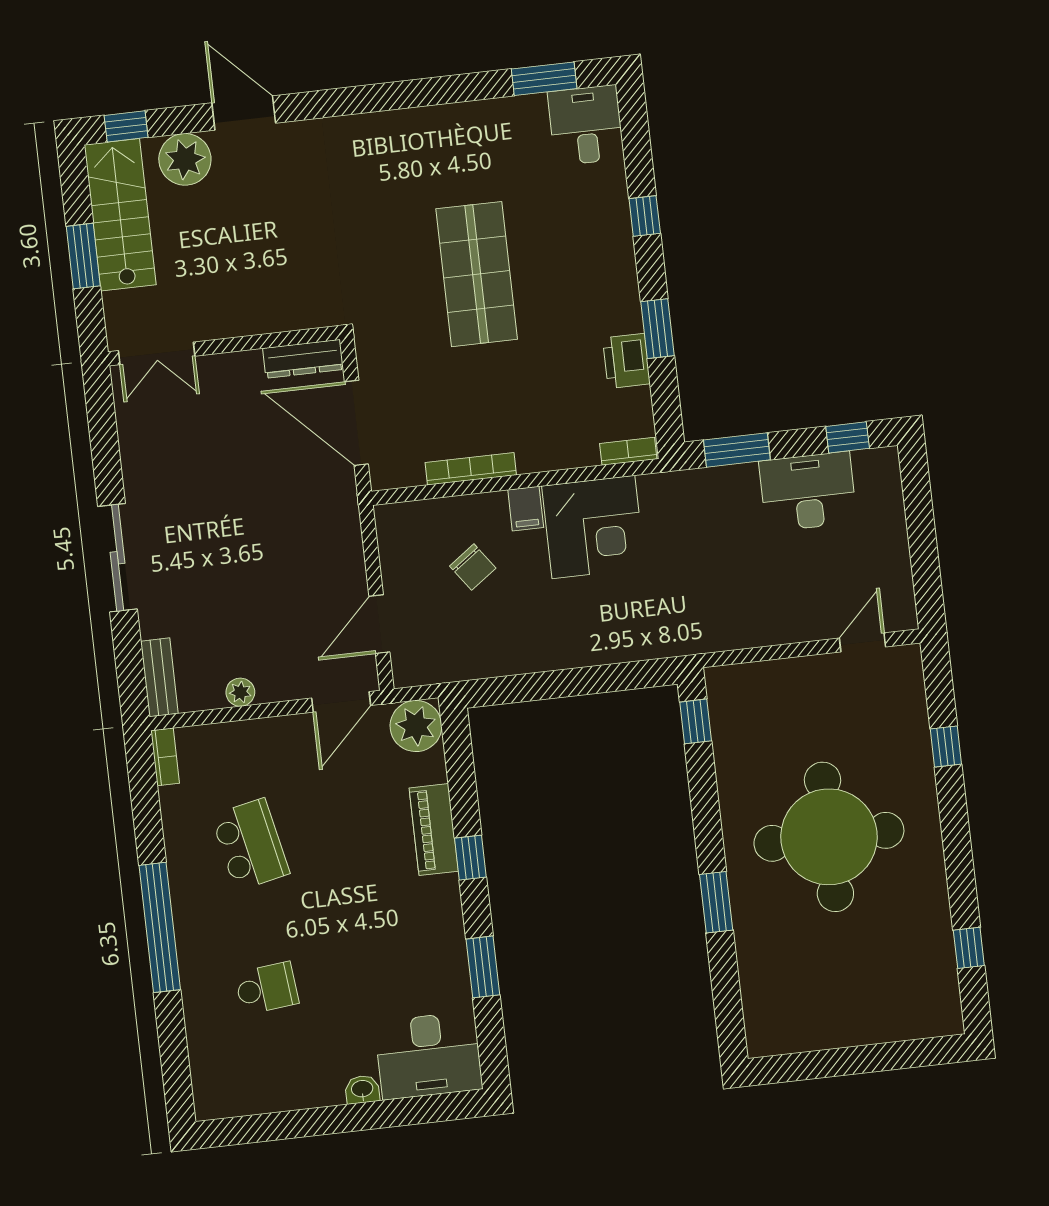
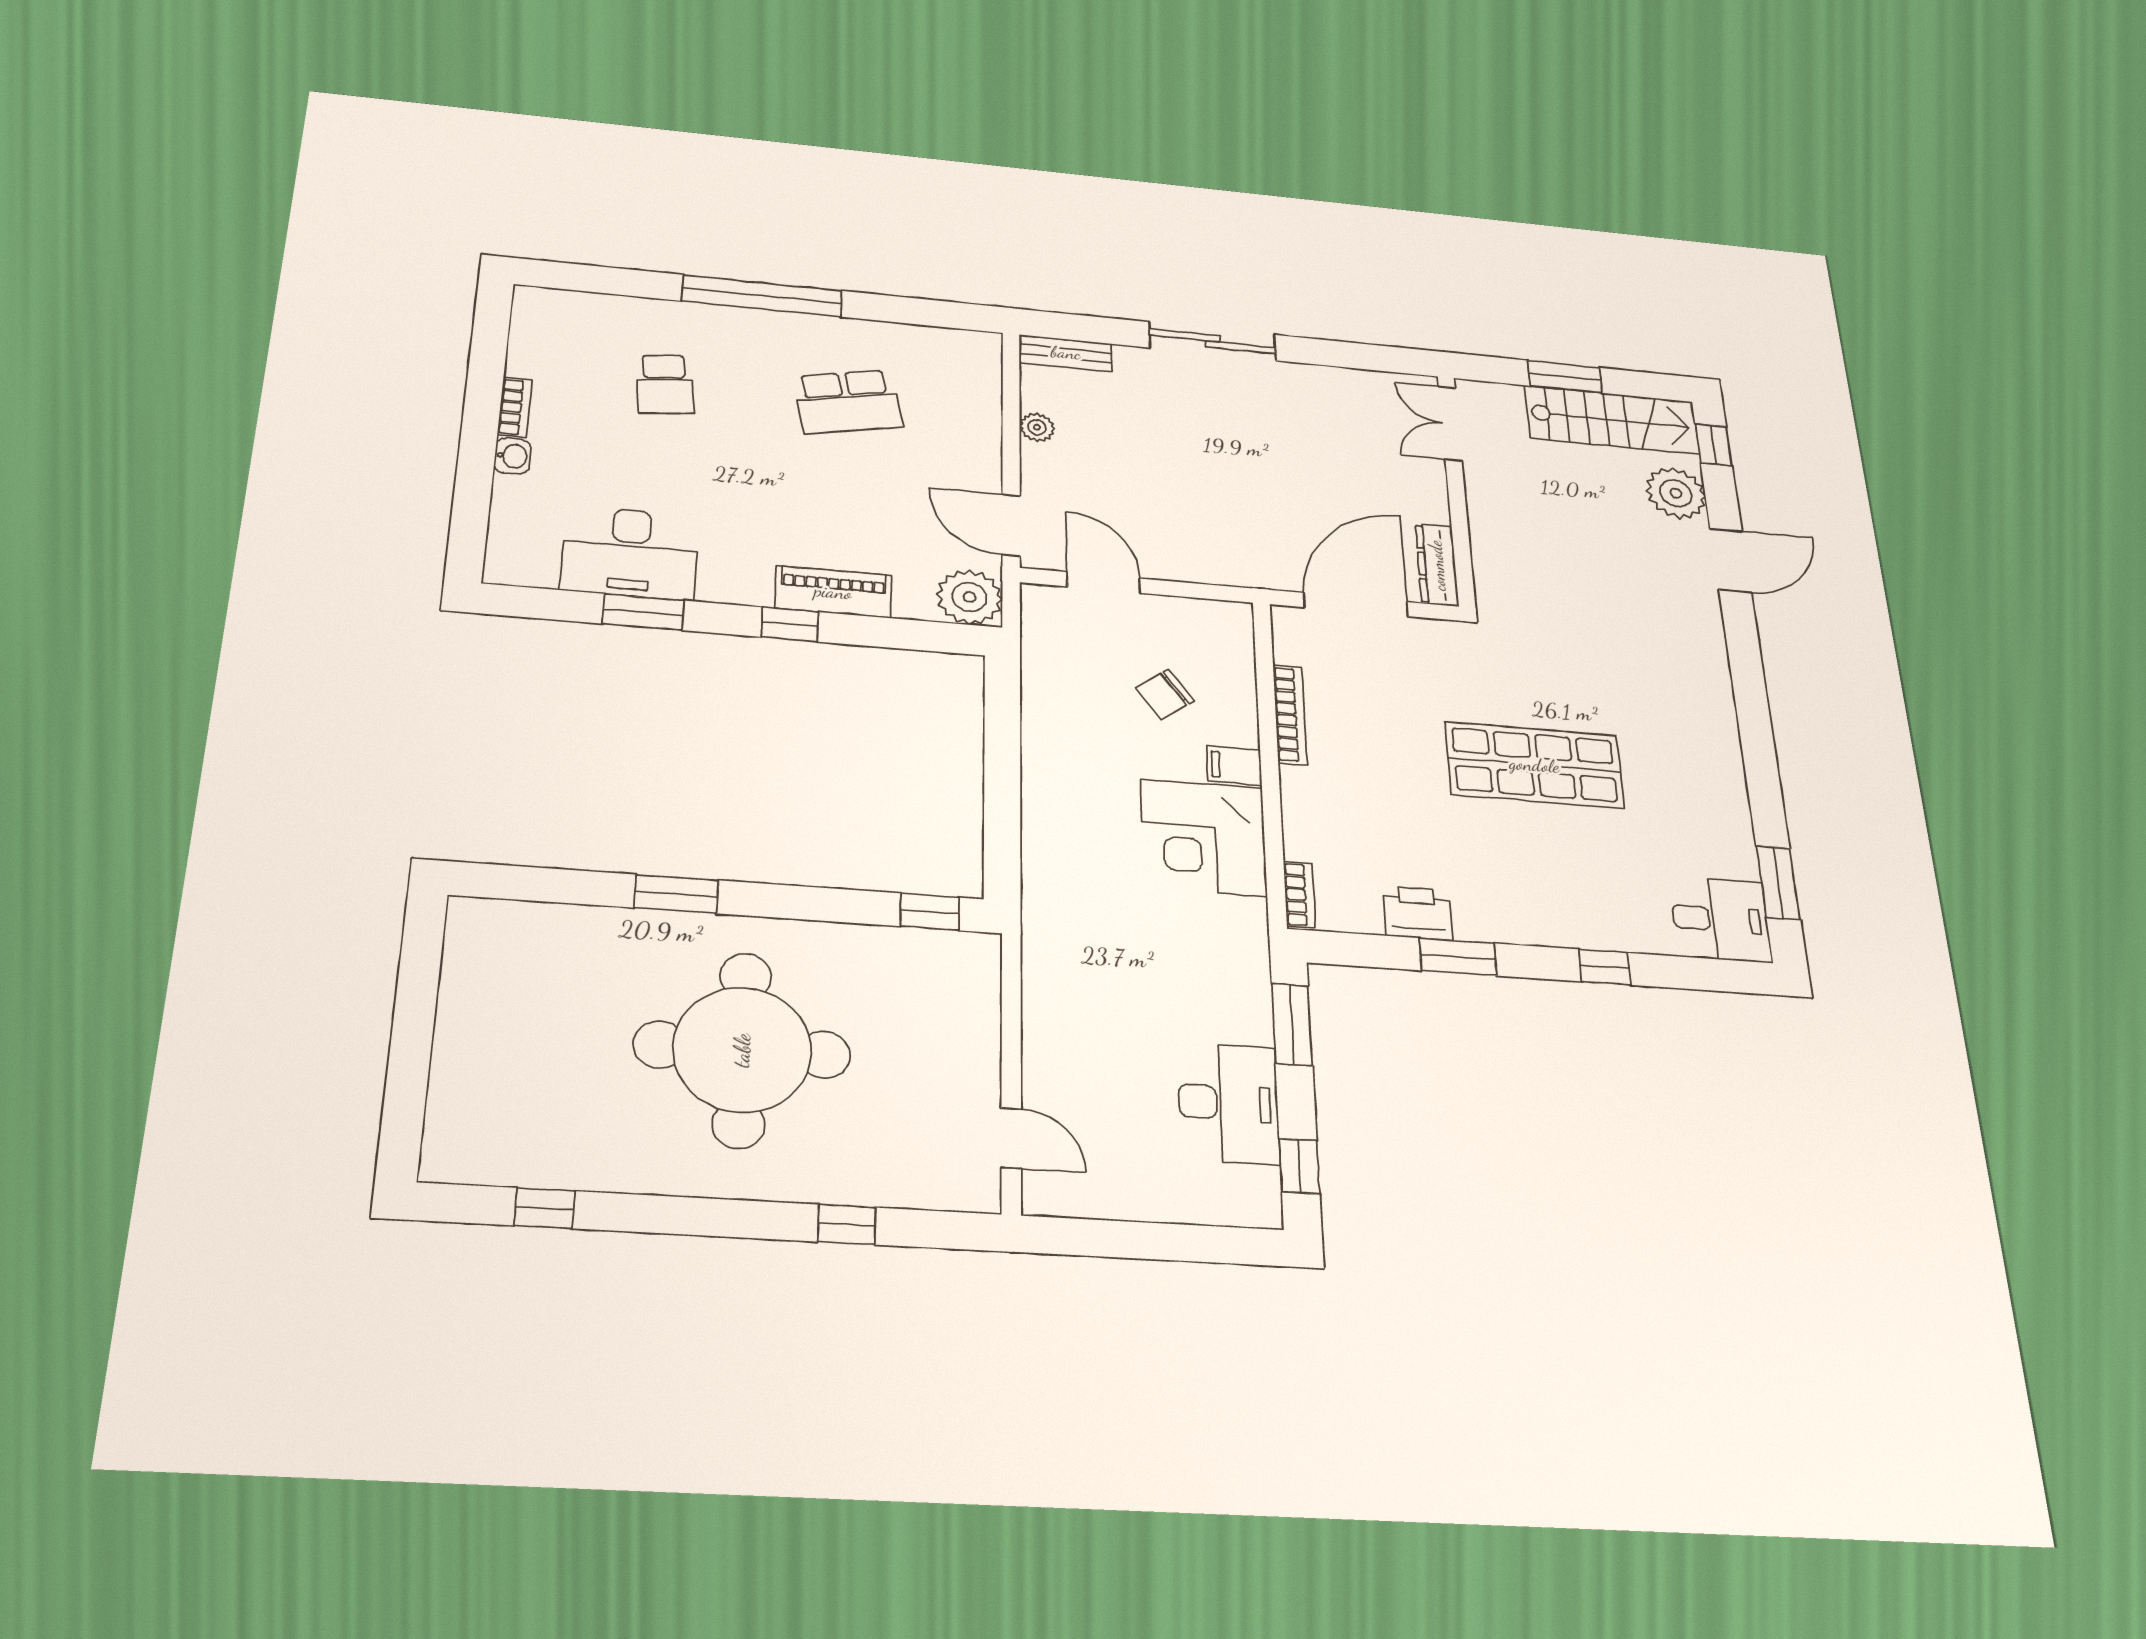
bookcase: (165, 757) -> (515, 407), moved, turned -90
desk: (428, 1055) -> (630, 553), moved, turned -90

